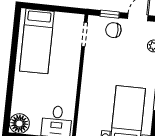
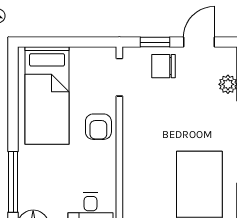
armchair: (68, 65) -> (98, 127), added
window: (9, 94) -> (13, 182), added

